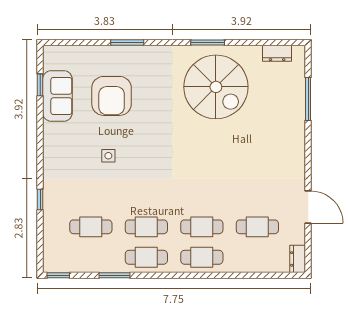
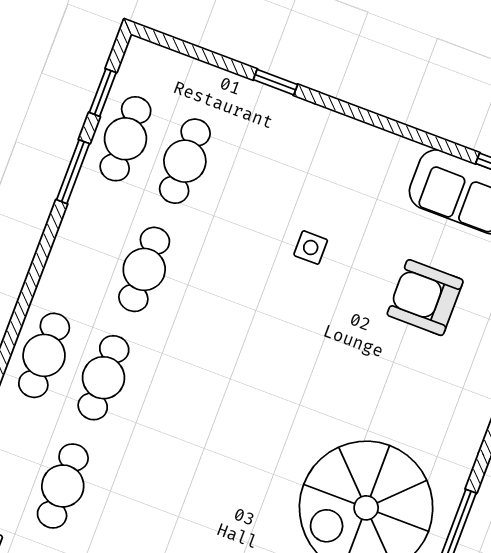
armchair: (112, 96) -> (425, 298), width x0.73, depth x0.73
cafe table: (146, 257) -> (125, 139), moved
window: (58, 275) -> (103, 93), moved

